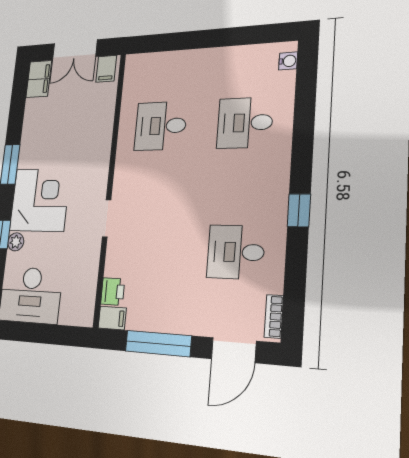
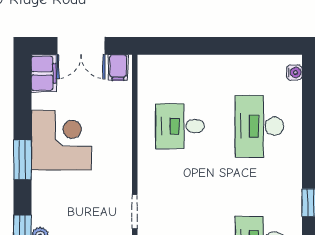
desk: (245, 123) -> (259, 126), width x1.37
corner desk: (40, 200) -> (61, 140), moved

